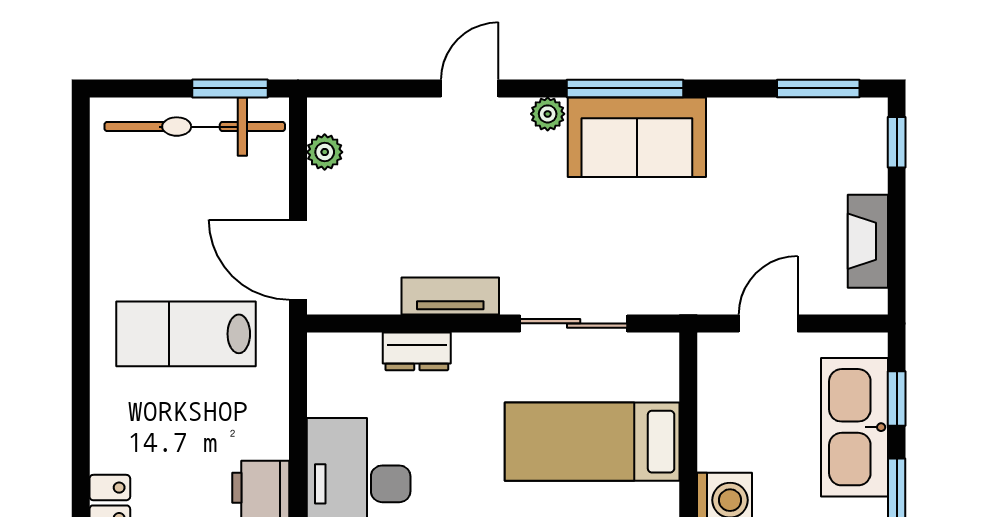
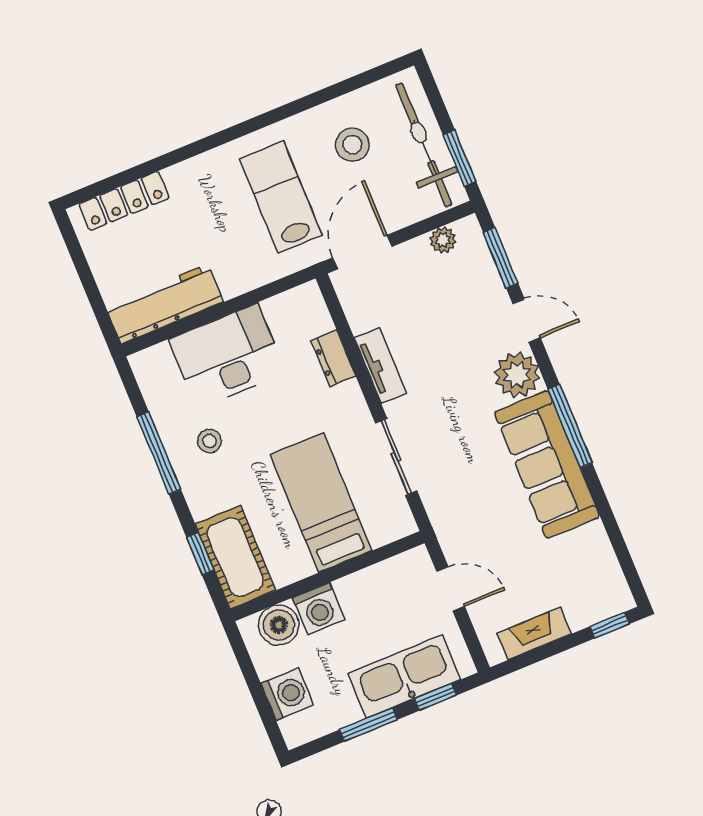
window: (818, 88) -> (501, 258), moved
plant: (548, 114) -> (517, 375), width x1.88, depth x1.88
sofa: (637, 137) -> (547, 465), width x1.36
stool: (158, 217) -> (352, 145), added

